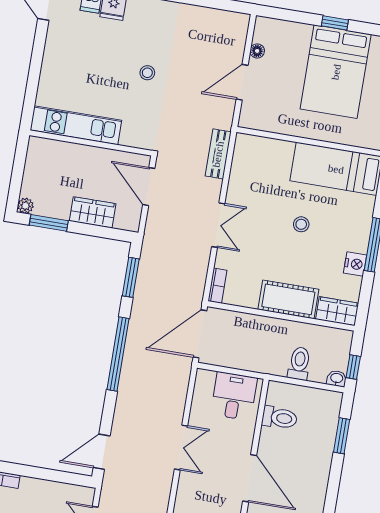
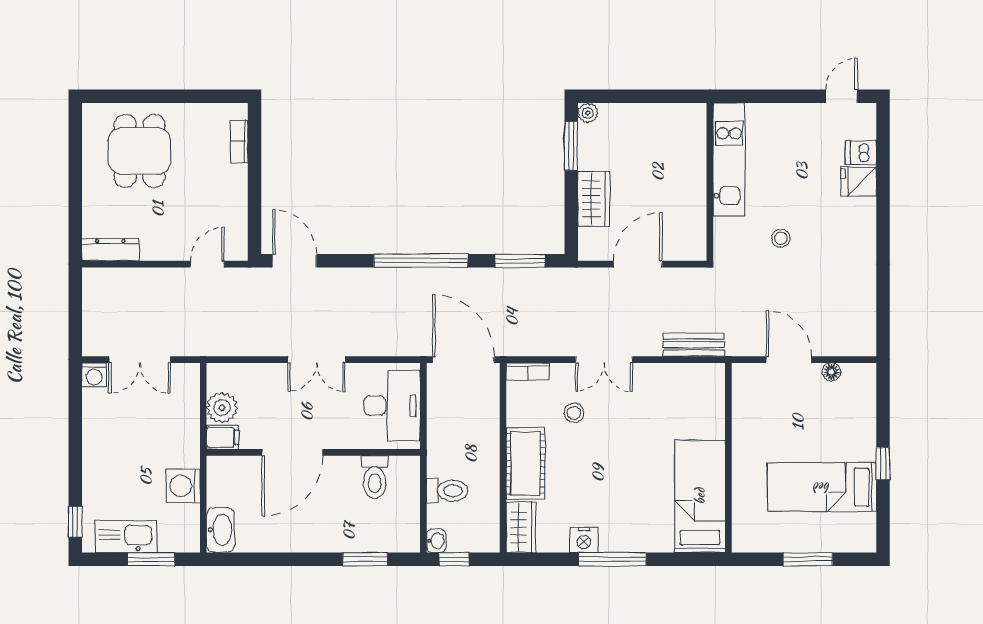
bed: (336, 72) -> (822, 487), width x0.67
kitchen unit: (76, 125) -> (729, 159), moved
wall: (91, 143) -> (710, 182), moved
stool: (301, 224) -> (574, 413), moved
desk: (234, 396) -> (392, 406), width x1.37

